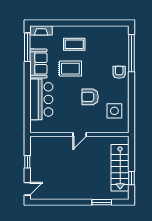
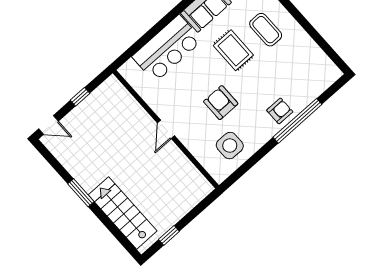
window: (131, 53) -> (297, 121), moved
door: (80, 134) -> (166, 129), hinge flipped
stairs: (120, 168) -> (123, 213), moved, turned 90
window: (102, 202) -> (81, 193), moved

